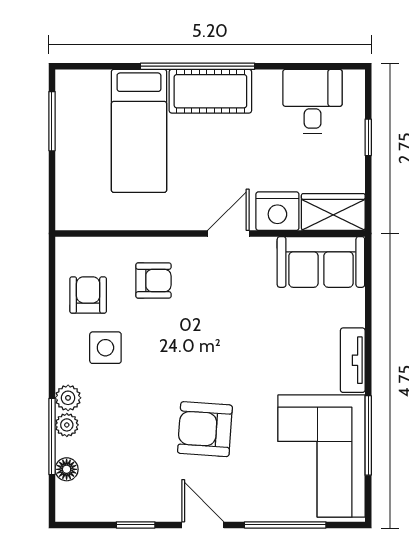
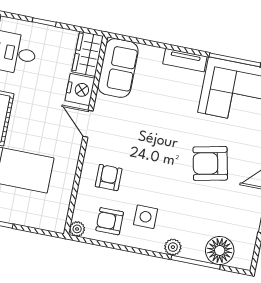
plant: (67, 425) -> (77, 229), moved
armchair: (205, 429) -> (210, 163), turned 74
floor lamp: (67, 469) -> (220, 250), width x1.89, depth x1.89

